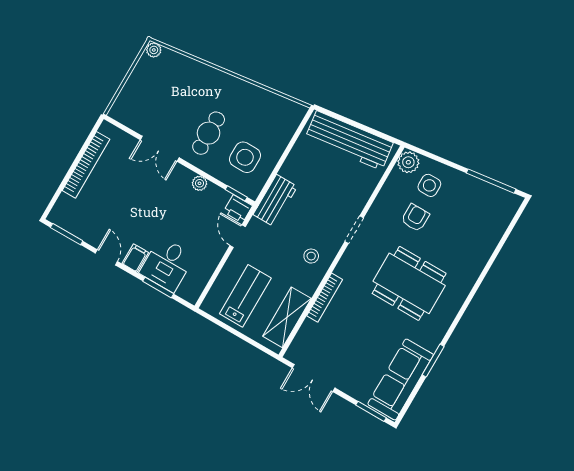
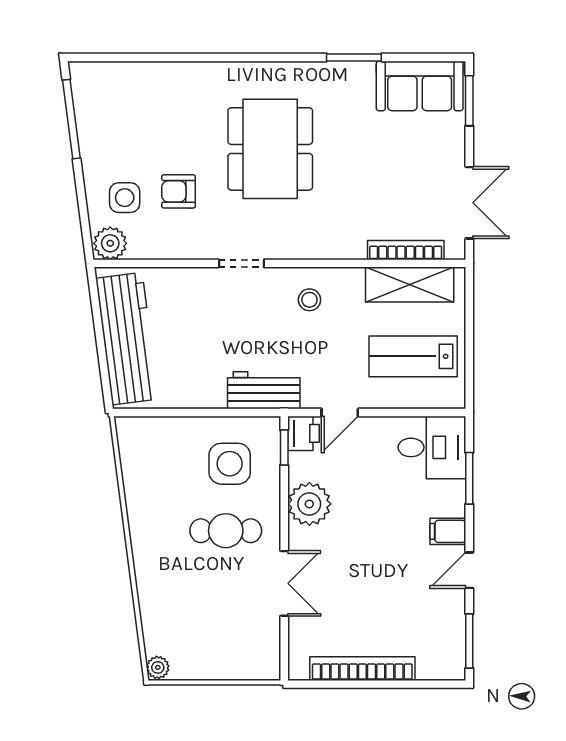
plant: (199, 183) -> (309, 504), width x1.87, depth x1.87
desk: (167, 264) -> (432, 447), moved
bookcase: (325, 298) -> (406, 250), moved
sofa: (401, 379) -> (420, 86), width x0.73

